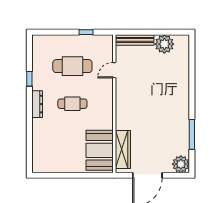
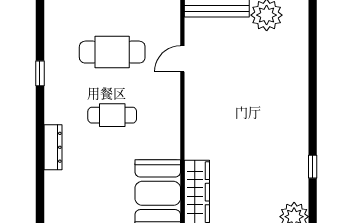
dresser: (37, 104) -> (53, 147), moved
window: (192, 134) -> (313, 167), width x0.46

